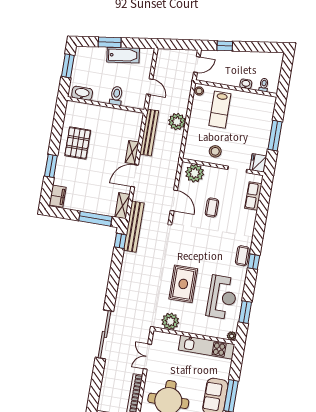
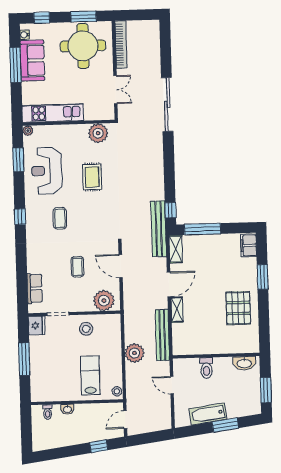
coffee table: (242, 256) -> (60, 218), moved
rug: (183, 284) -> (92, 177), width x0.73, depth x0.70

